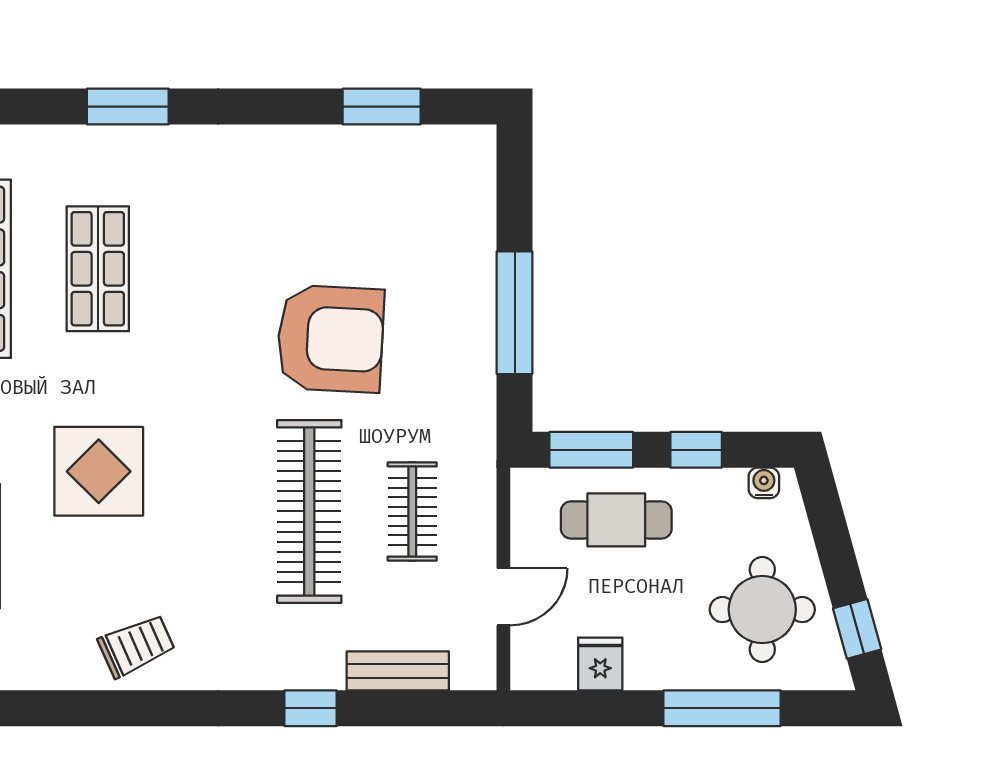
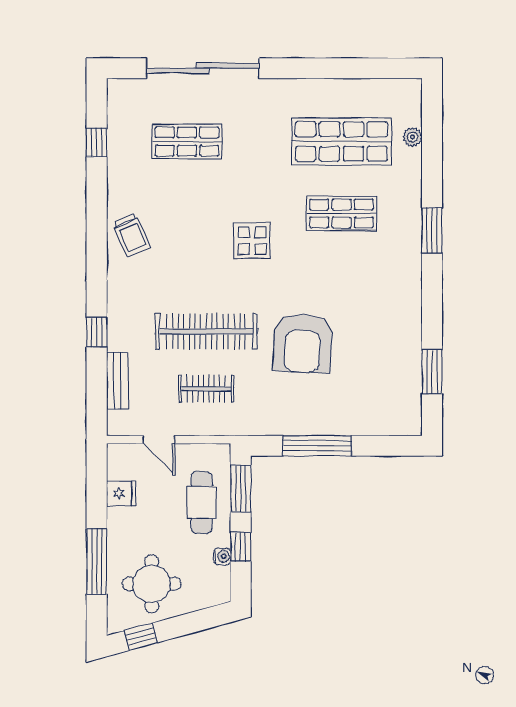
display table: (99, 471) -> (252, 241), moved, width x0.73, depth x0.73
water cooler: (764, 483) -> (222, 556), moved

